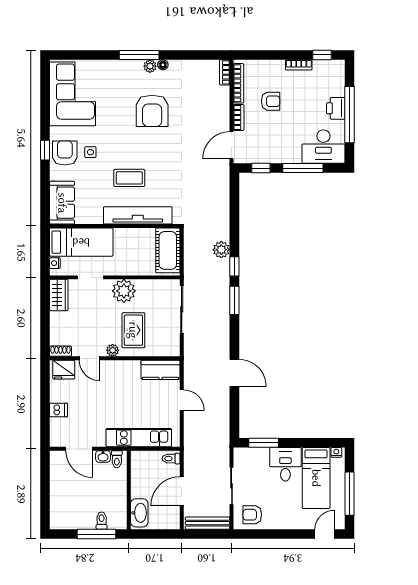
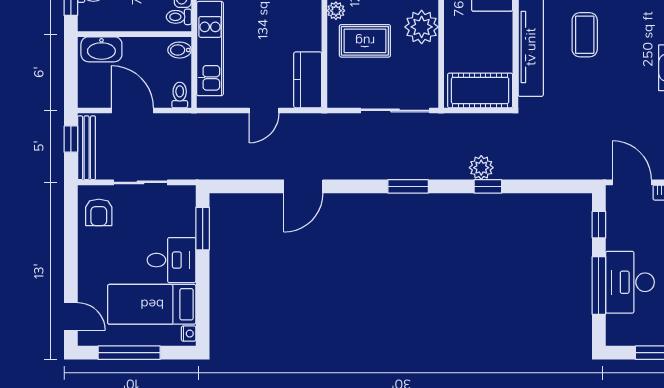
desk: (323, 147) -> (630, 282), moved
window: (234, 266) -> (488, 186), moved
bidet: (140, 459) -> (180, 50), added
armchair: (252, 515) -> (99, 212), turned 180
window: (202, 534) -> (71, 139), added

